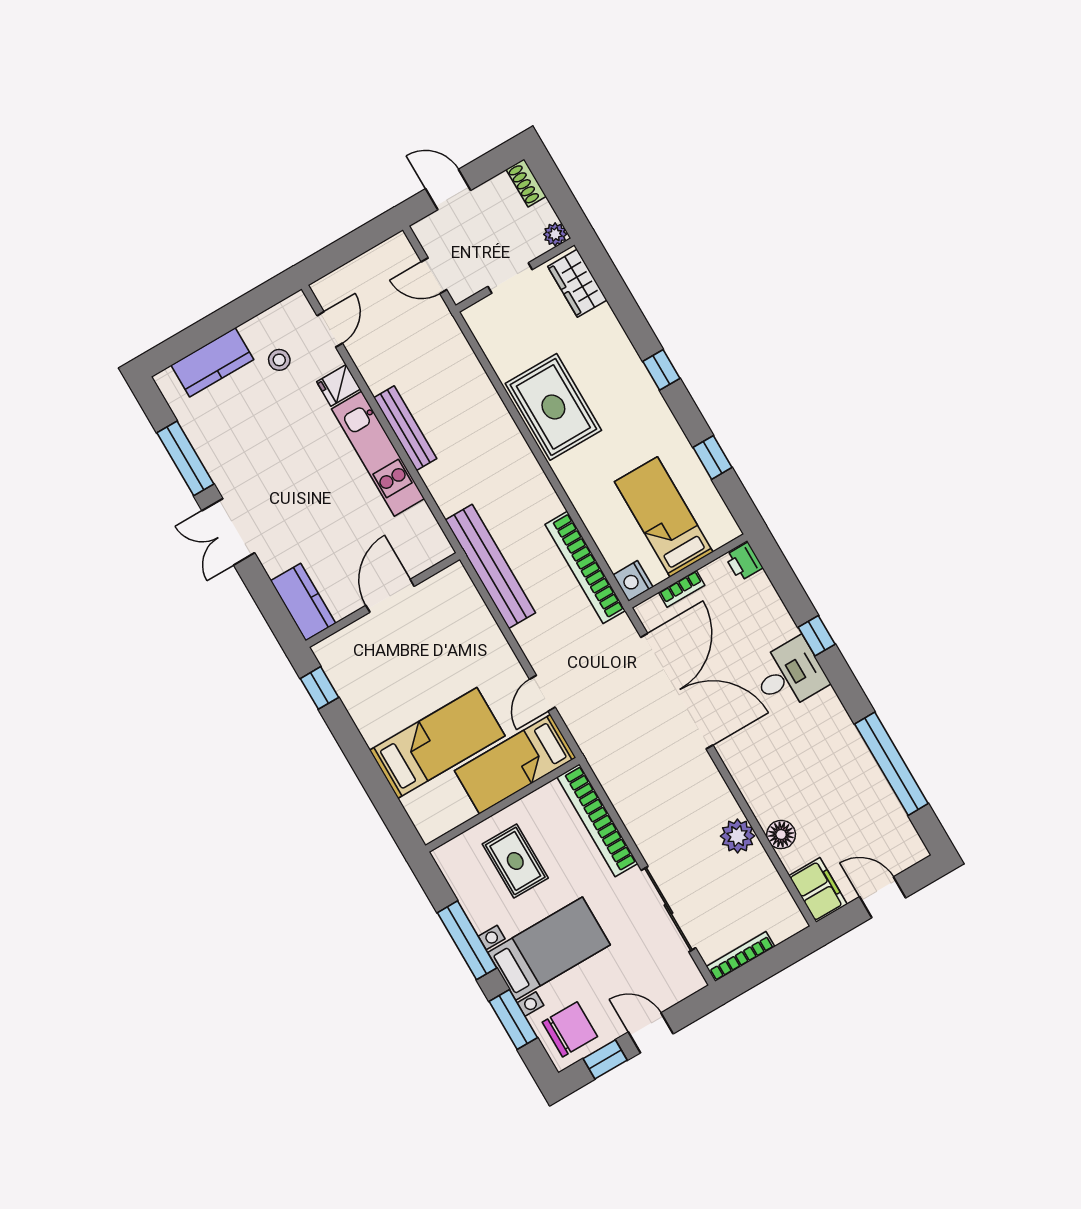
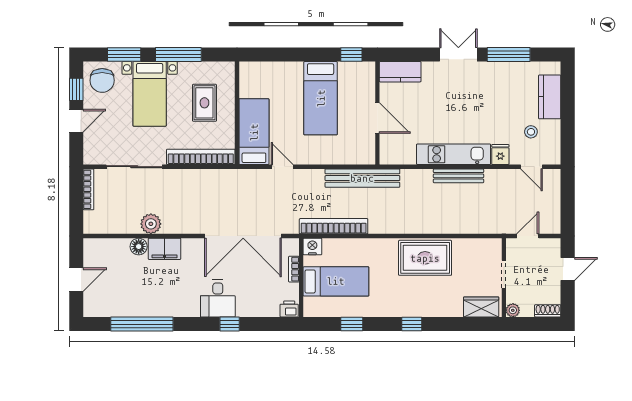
bed: (437, 743) -> (321, 98), moved
rug: (515, 861) -> (204, 103), turned 90
filing cabinet: (818, 890) -> (165, 249), moved

